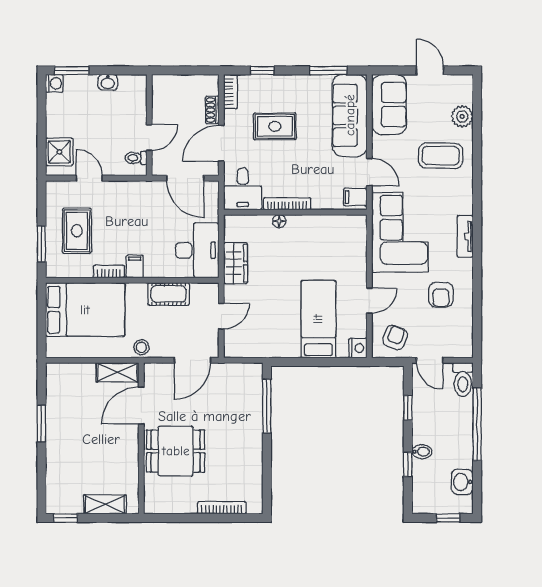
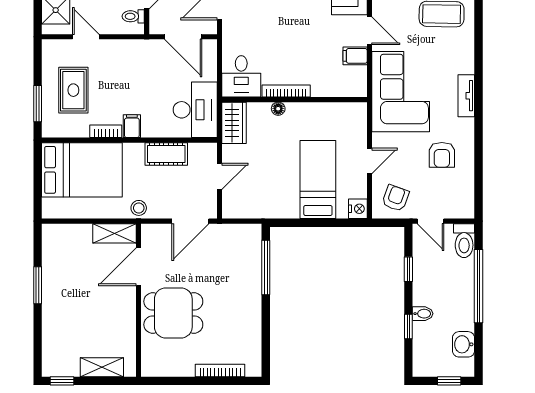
desk: (243, 189) -> (241, 76), moved
bookcase: (287, 204) -> (286, 91), moved
wall: (295, 212) -> (294, 100), moved
floor lamp: (279, 221) -> (278, 109), moved

